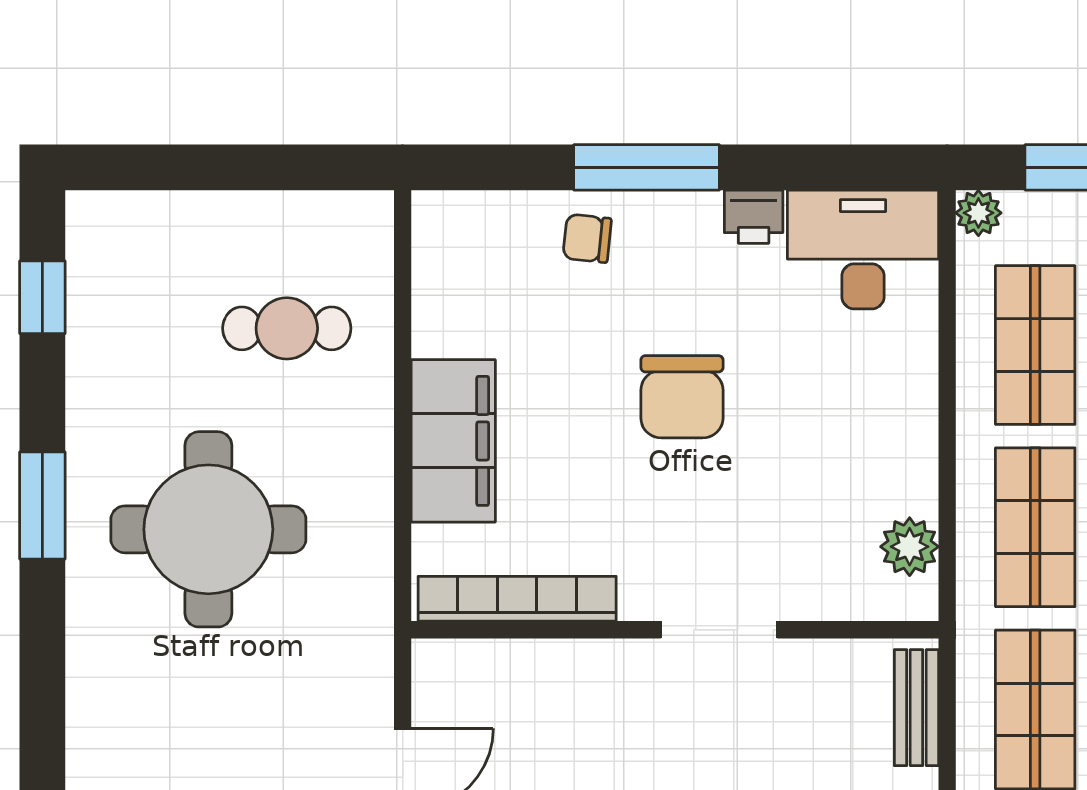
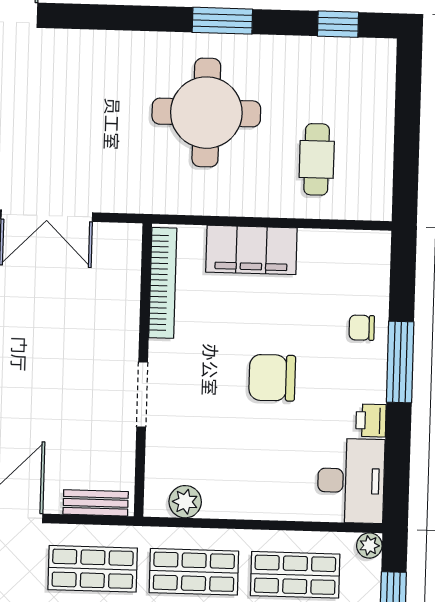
chair: (587, 238) -> (362, 328), turned -96

